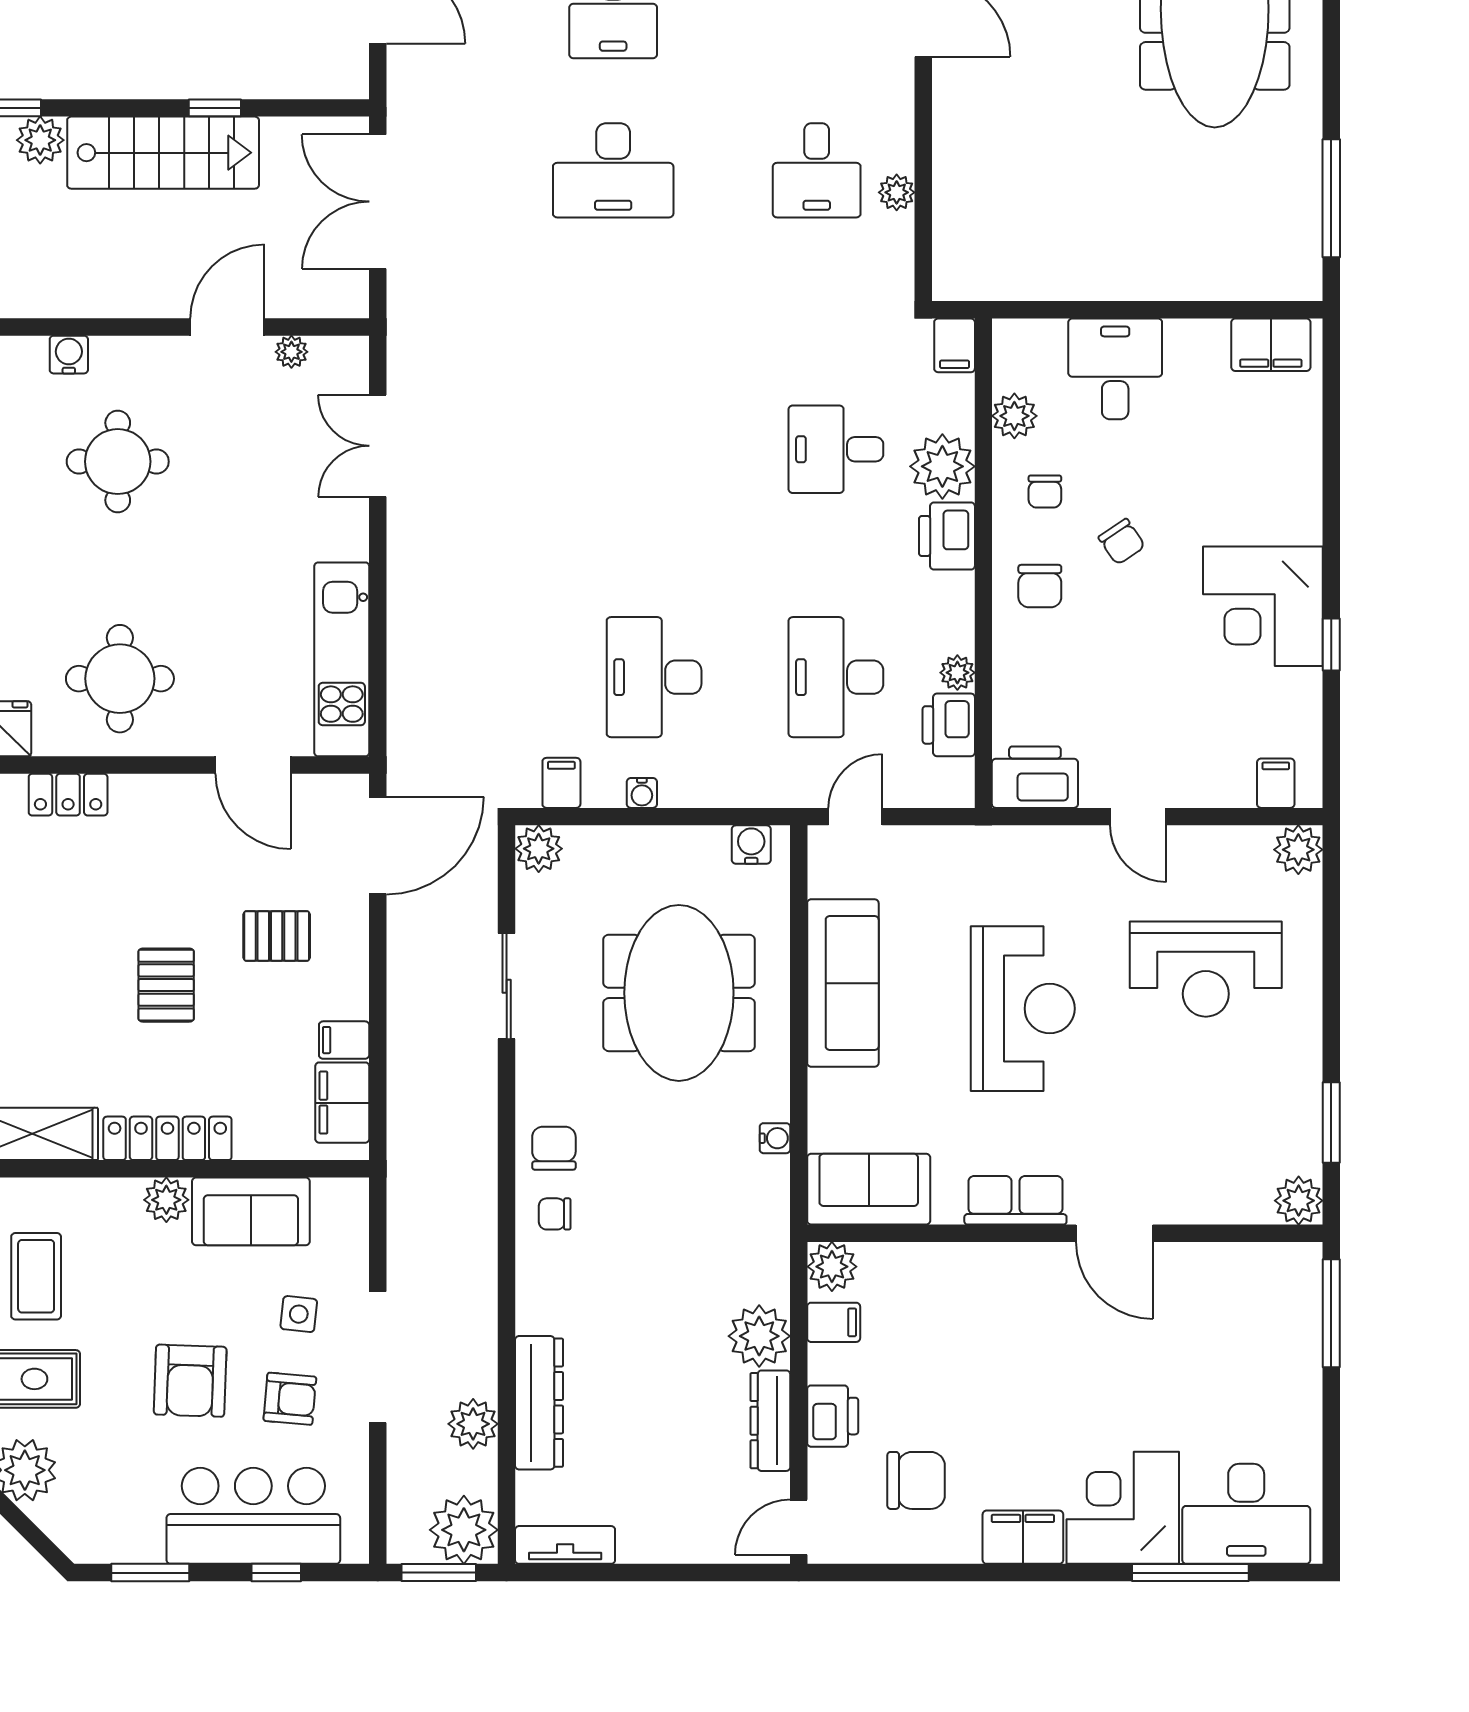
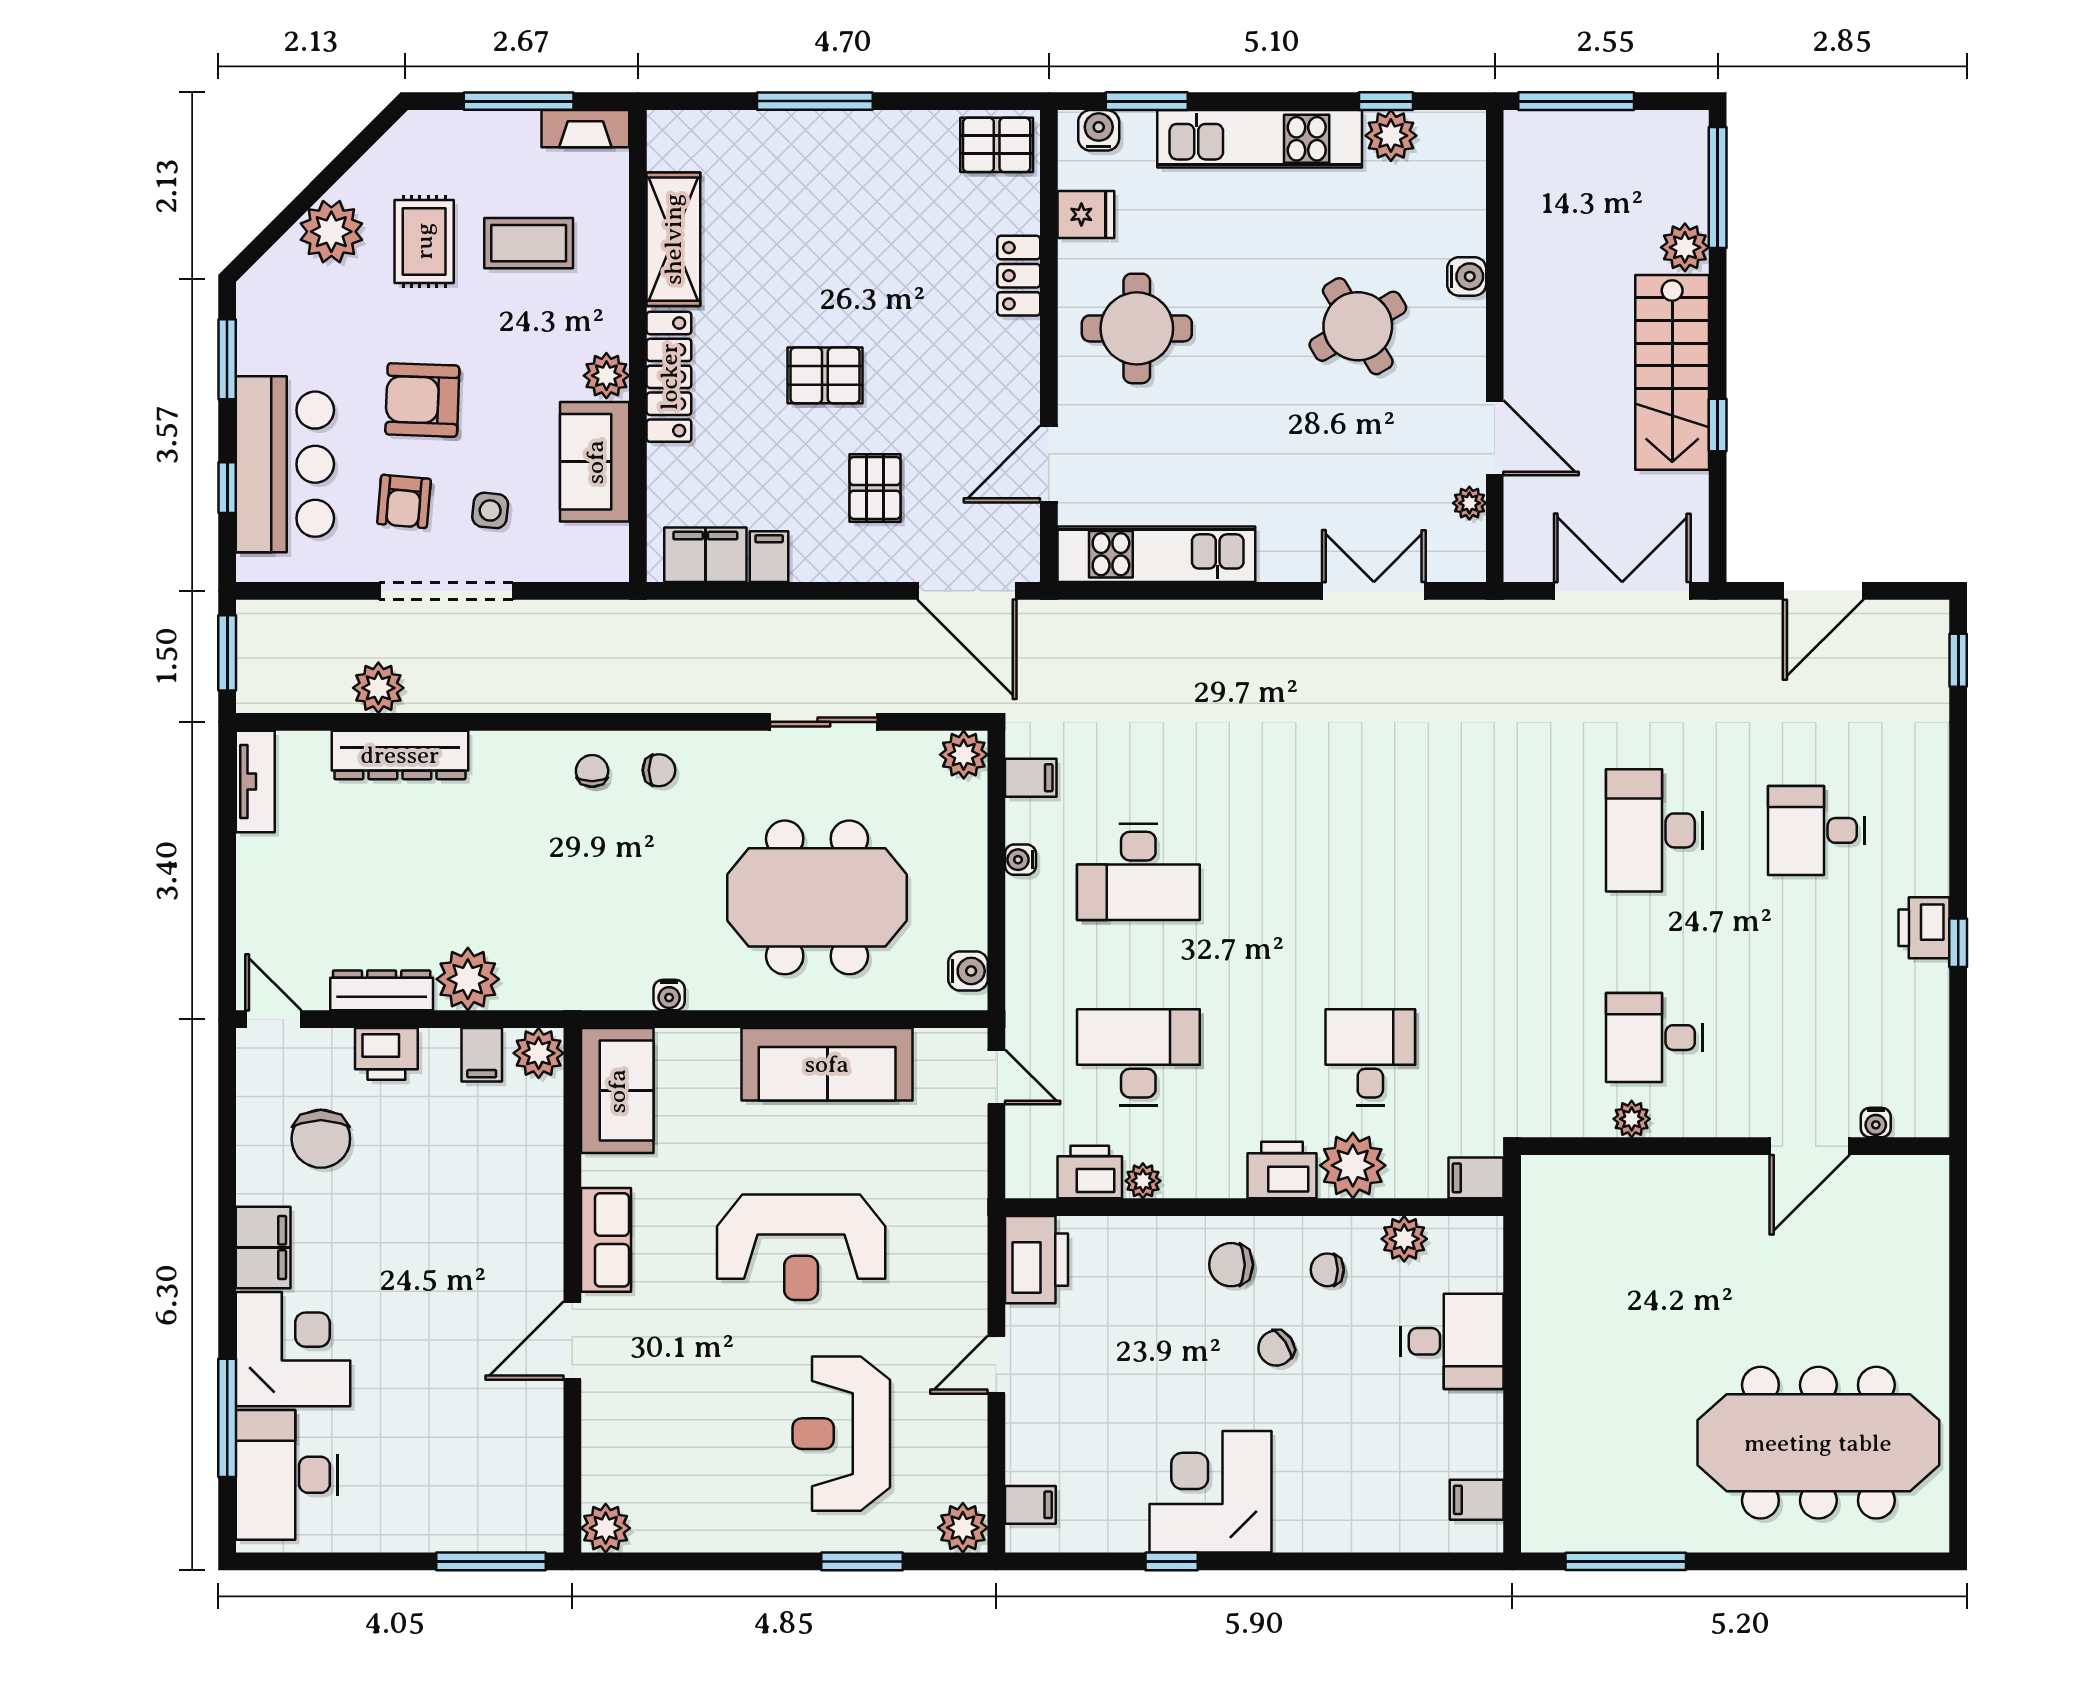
filing cabinet: (1271, 345) -> (1477, 1500), width x0.50
round table: (118, 462) -> (1358, 326), turned -31
desk: (654, 677) -> (1138, 872), turned 180
window: (1331, 1123) -> (862, 1561), moved
chair: (554, 1148) -> (659, 770), width x0.73, depth x0.73
plant: (464, 1530) -> (271, 678), removed

